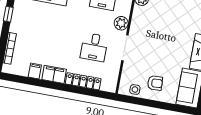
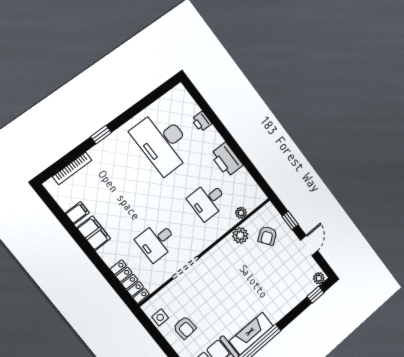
plant: (121, 23) -> (202, 241), removed
locker: (83, 81) -> (130, 282), moved

